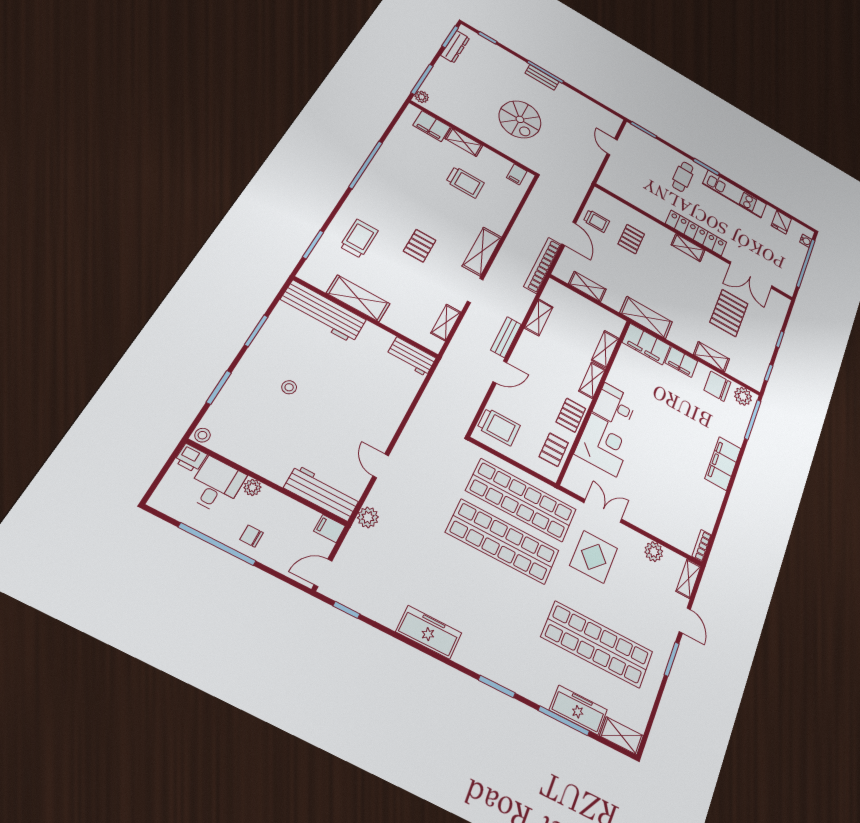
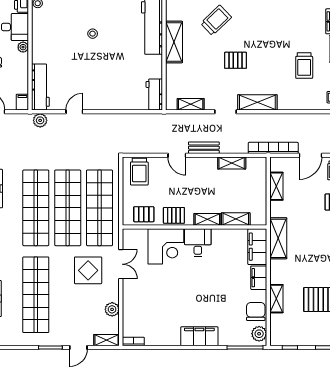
trolley: (359, 239) -> (216, 20), turned -44
shop shelf: (483, 585) -> (36, 208), added

